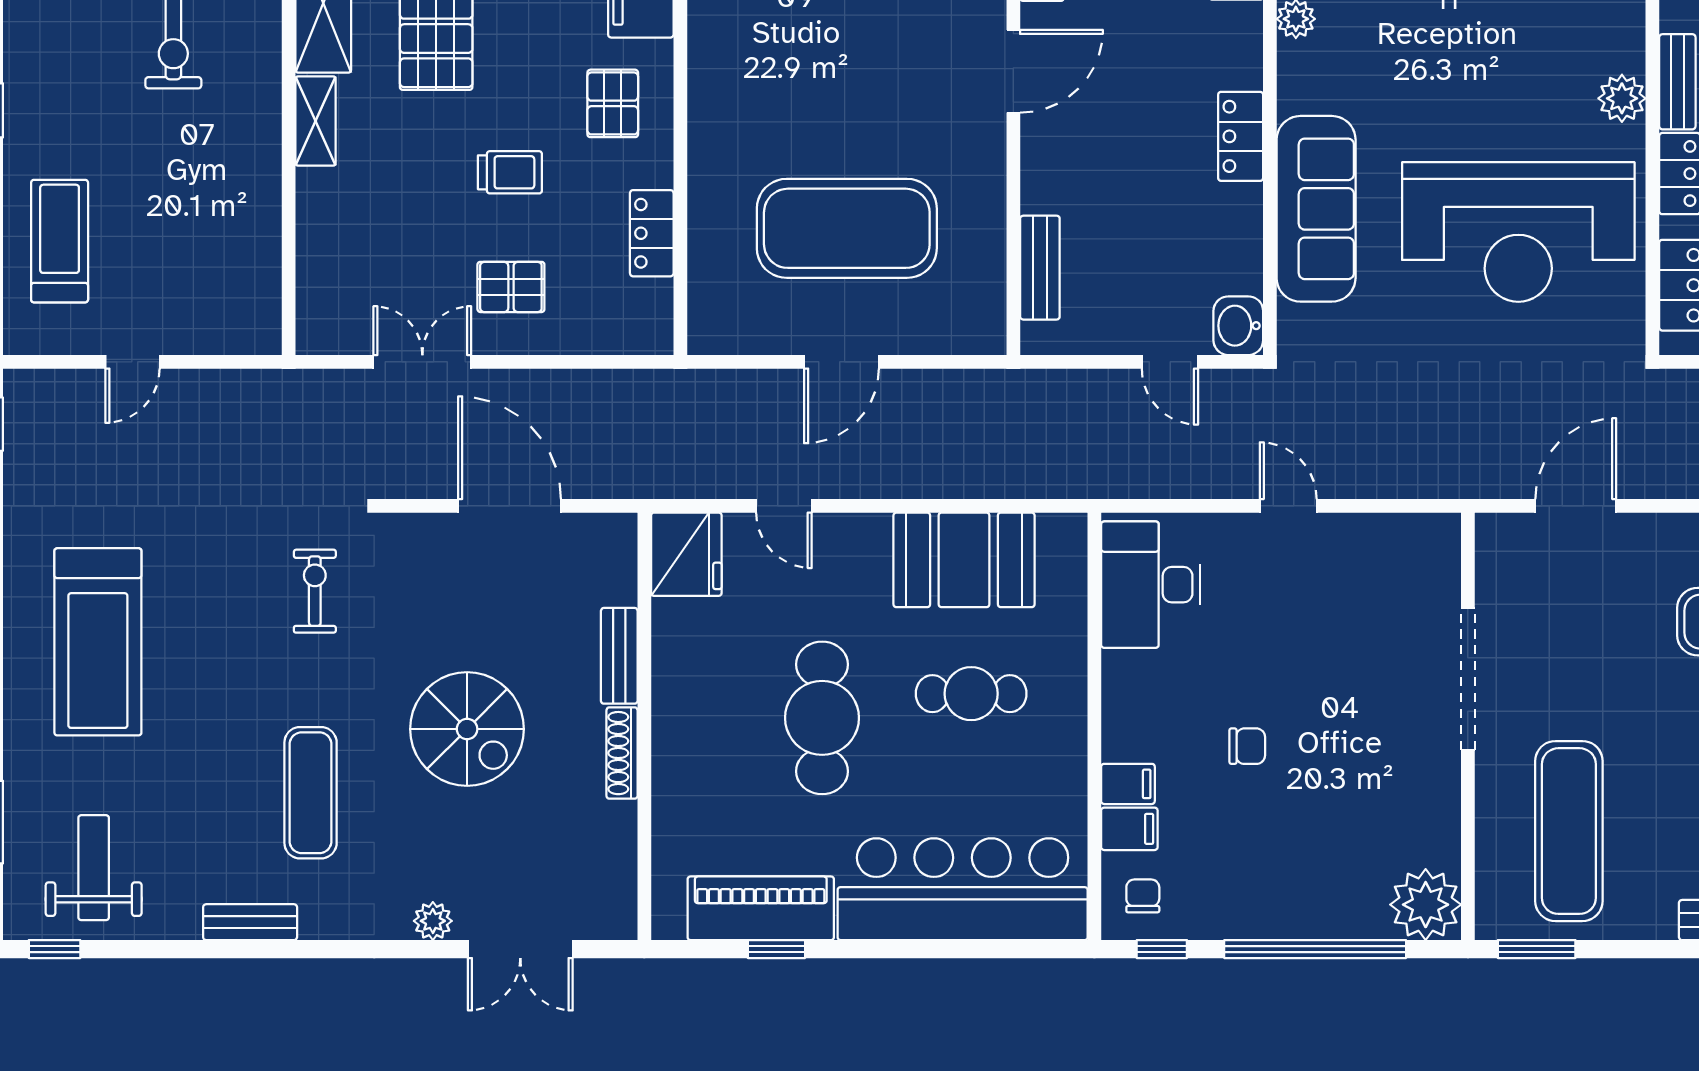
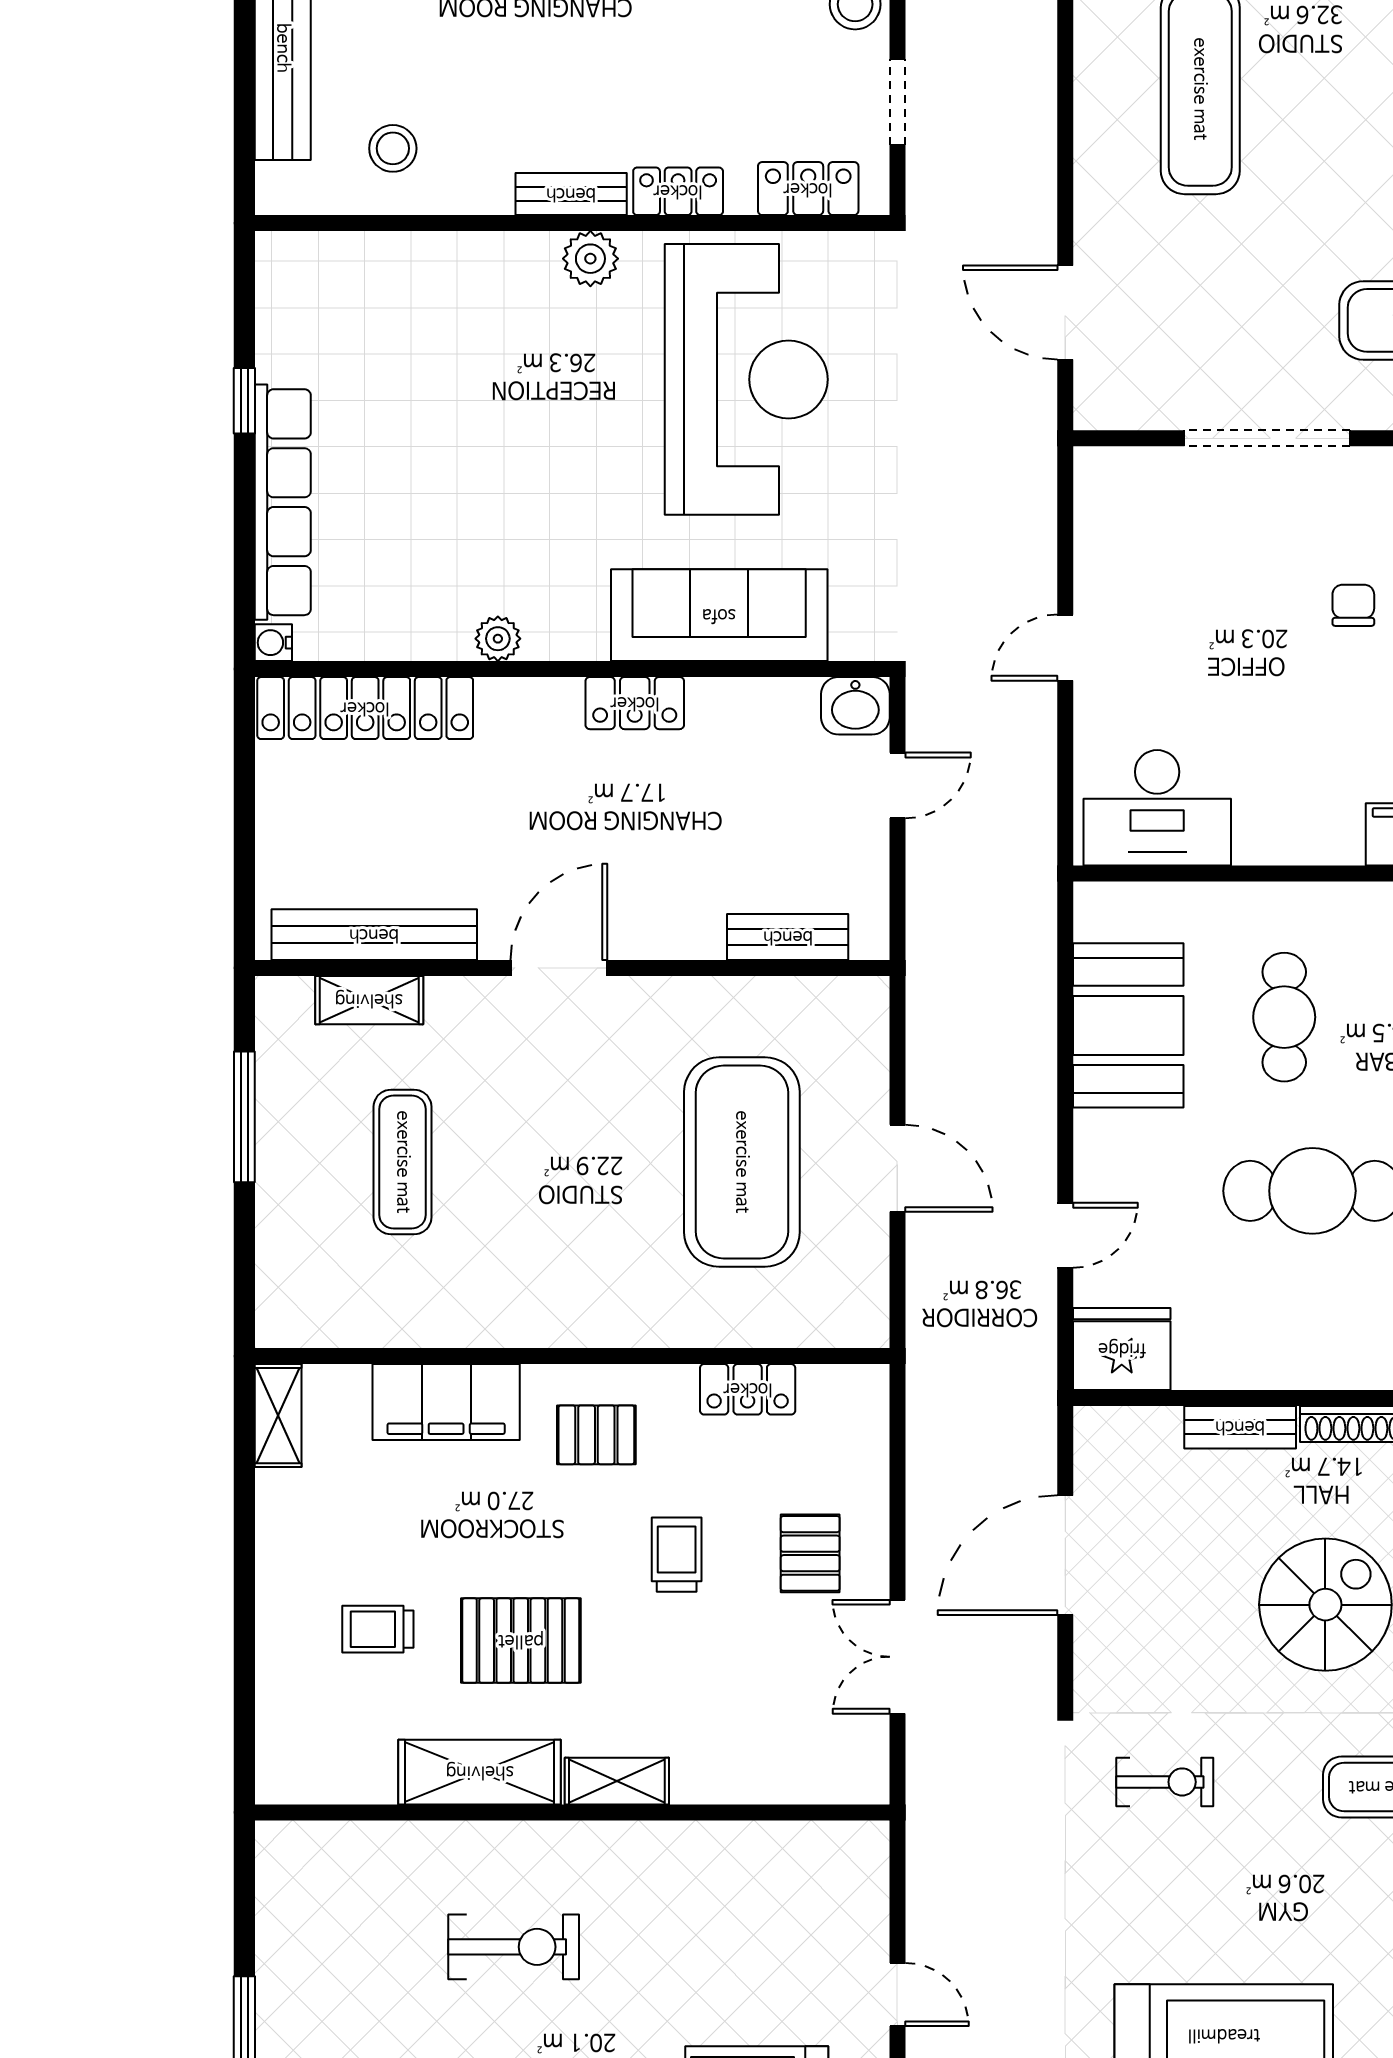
door: (1013, 71) -> (559, 968), hinge flipped
exercise bike: (315, 591) -> (1165, 1782), turned 180
chair: (1247, 746) -> (1353, 605), moved

